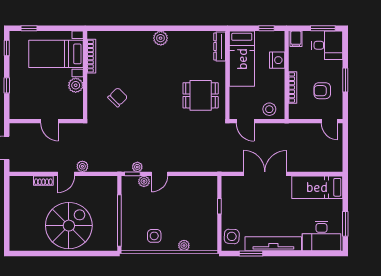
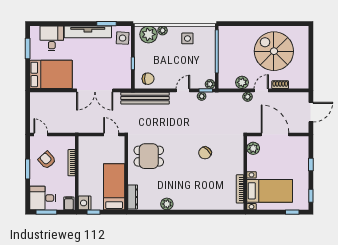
plant: (161, 38) -> (167, 204), moved
nightstand: (277, 60) -> (85, 203), moved
plant: (76, 85) -> (253, 148), moved
armchair: (322, 91) -> (47, 160), turned -132
chair: (118, 97) -> (205, 153), moved
stool: (269, 109) -> (91, 145), removed
door: (50, 121) -> (275, 134), width x1.87
bench: (205, 165) -> (145, 98), added
plant: (144, 181) -> (210, 84), moved
plant: (89, 183) -> (242, 82), added
bed: (317, 187) -> (51, 74), width x1.50
chair: (201, 188) -> (148, 79), added
spiral stairs: (69, 226) -> (274, 51), moved, turned 90
desk: (322, 236) -> (52, 38), width x0.73
plant: (201, 241) -> (149, 34), added

